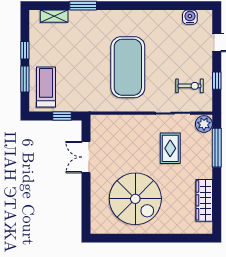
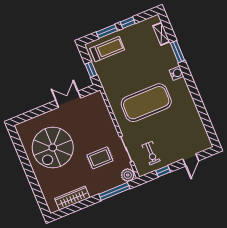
water cooler: (190, 17) -> (177, 73), moved

